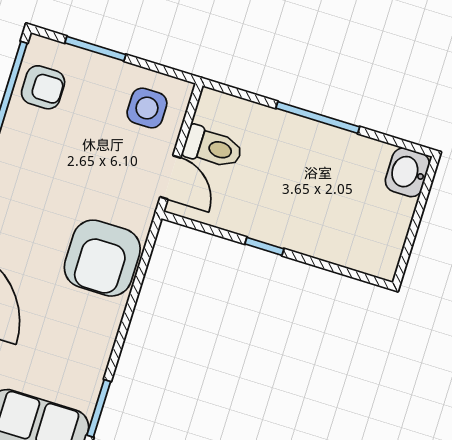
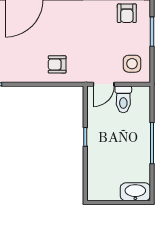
washbasin: (407, 172) -> (135, 192), width x1.38
armchair: (102, 258) -> (57, 64), width x0.53, depth x0.53

